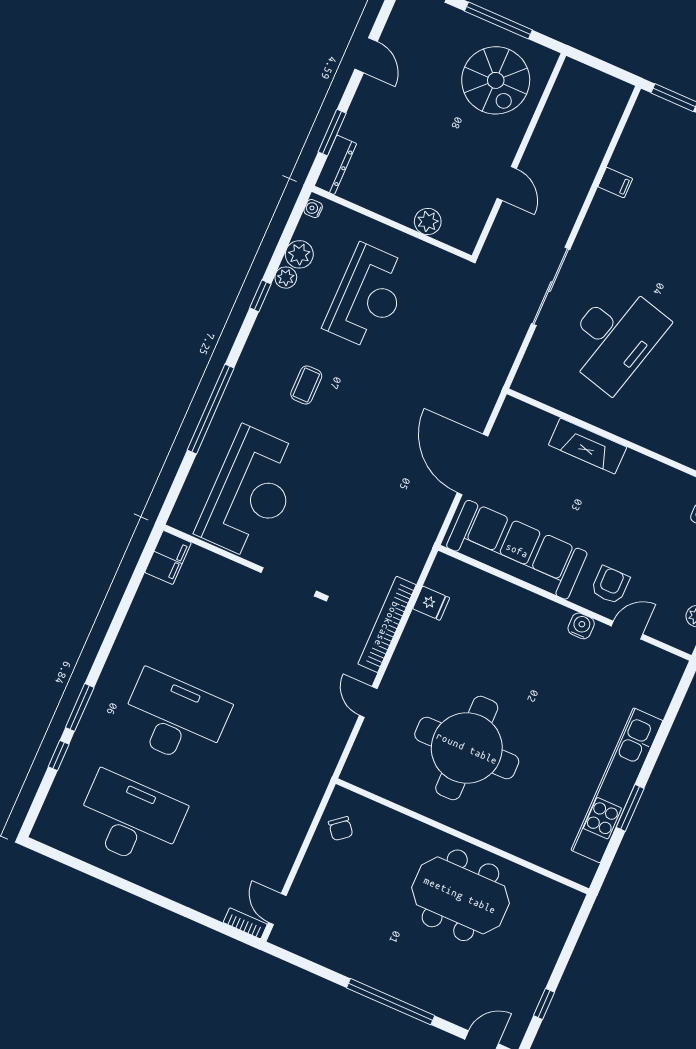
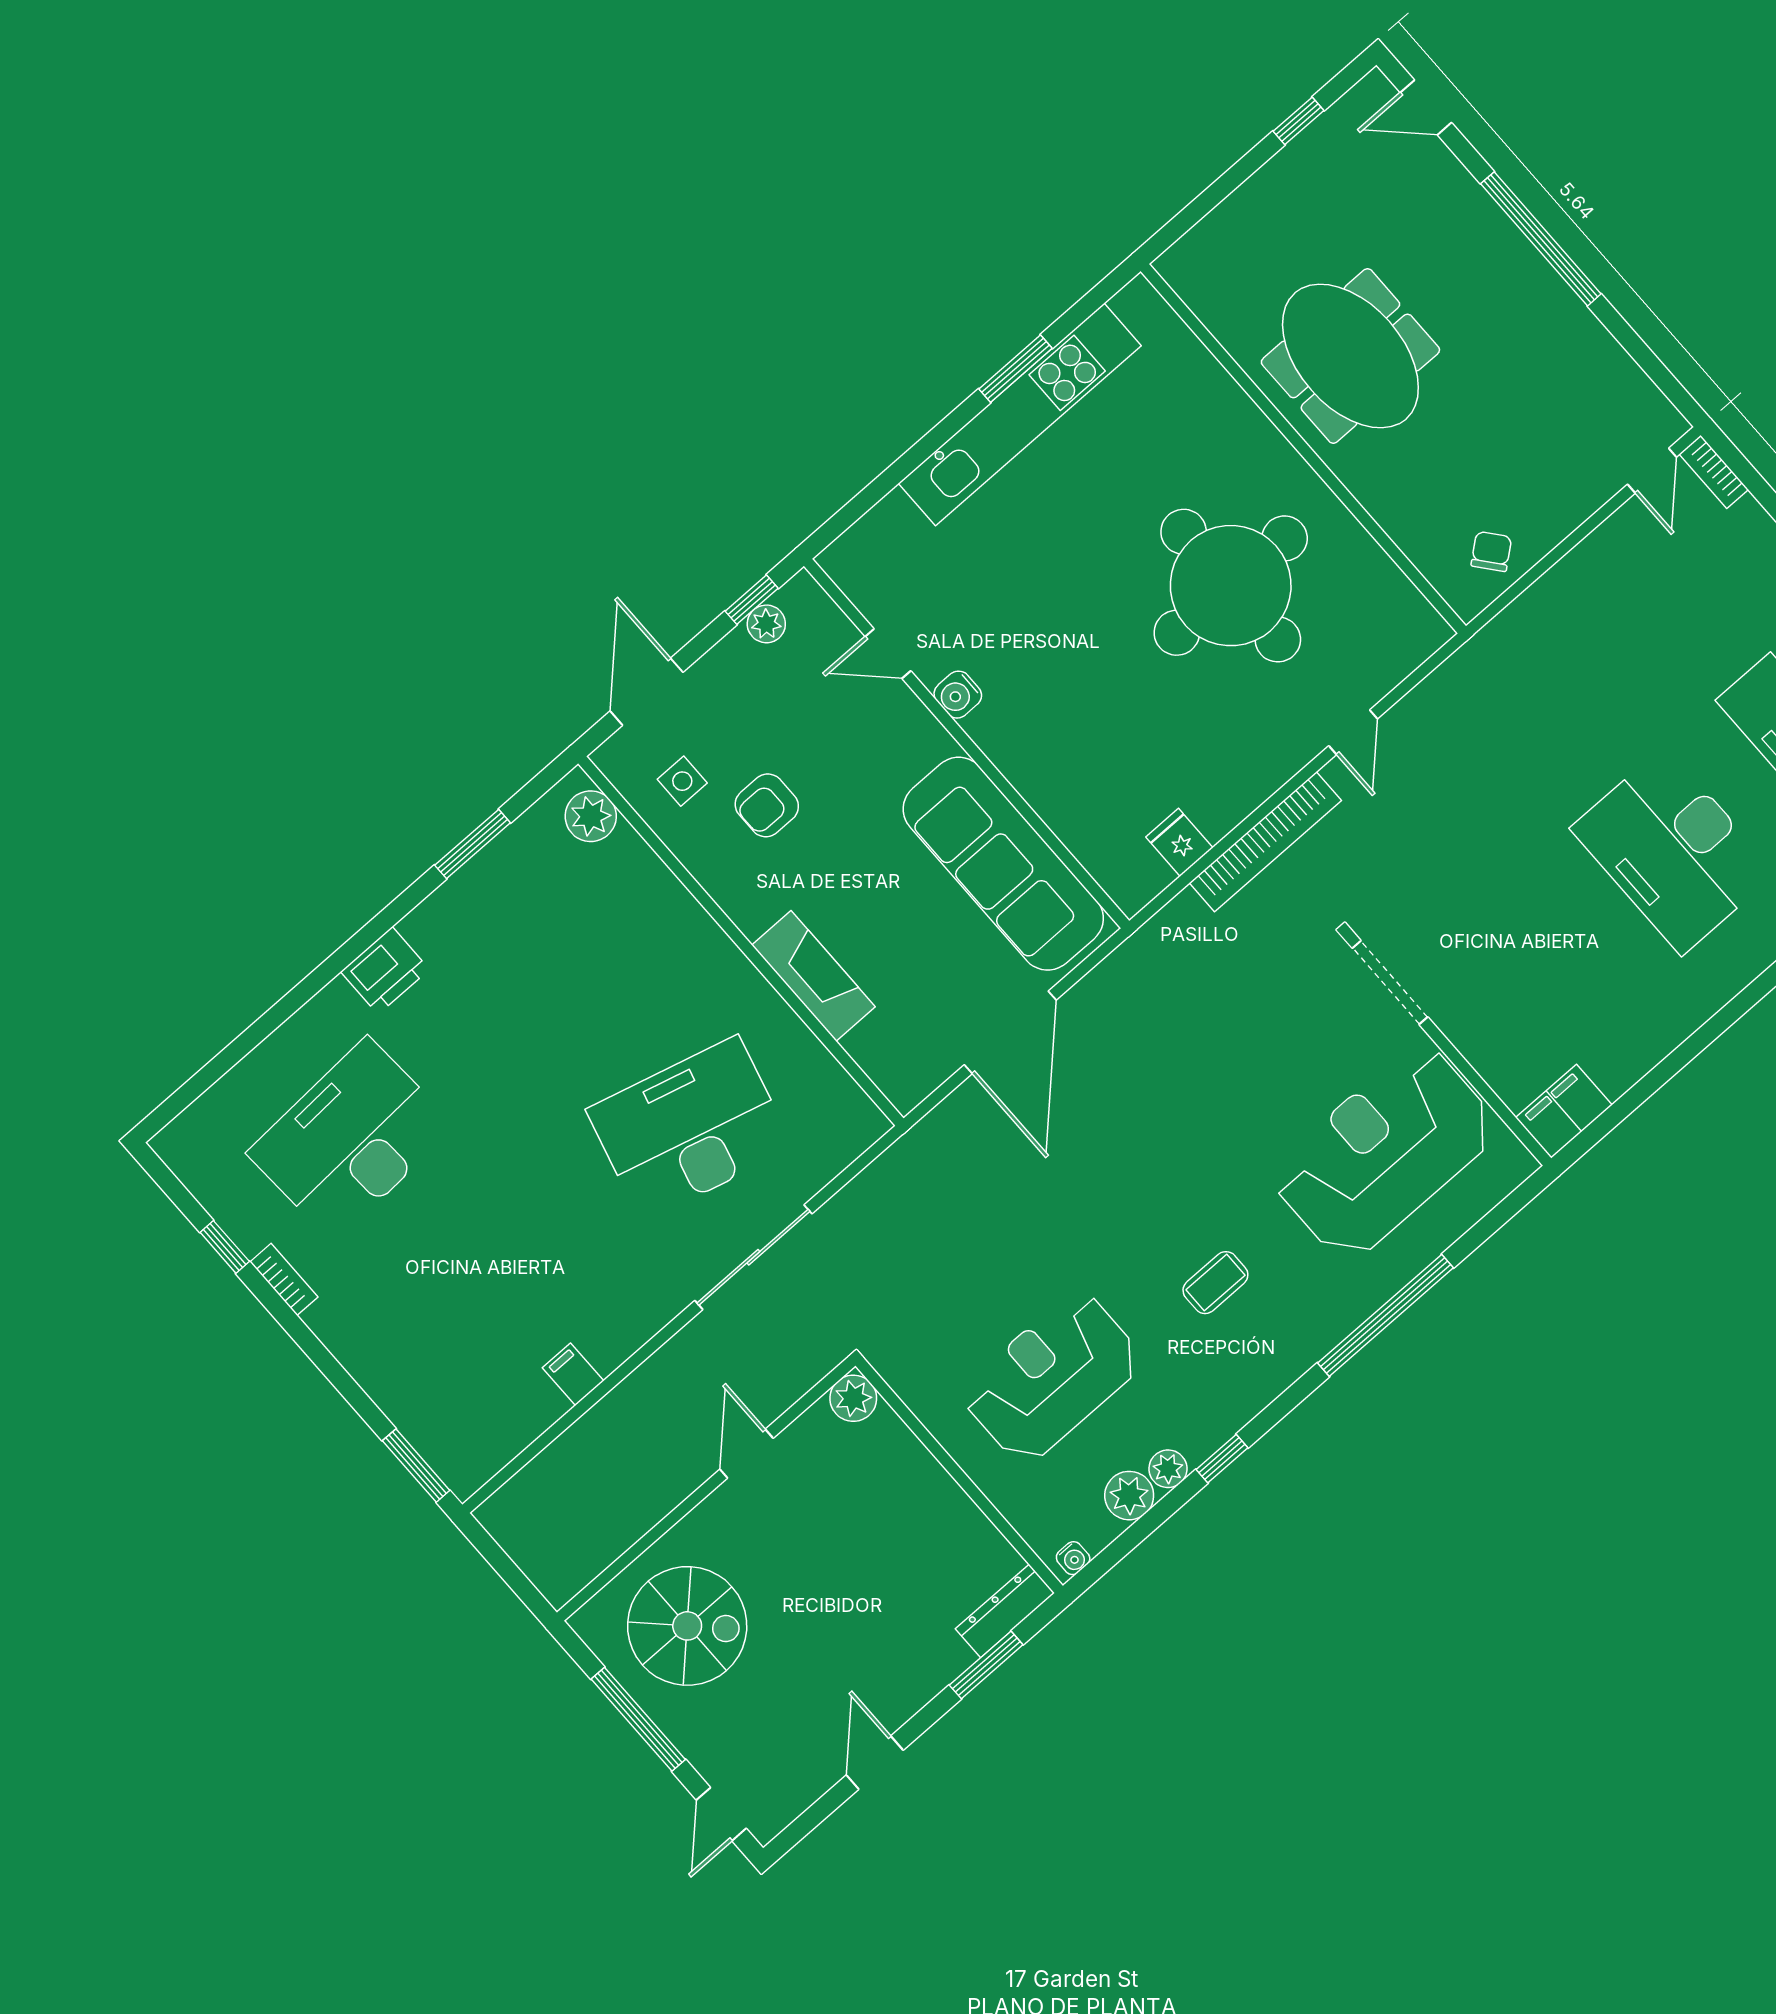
spiral stairs: (496, 80) -> (687, 1626), turned 90
plant: (428, 221) -> (853, 1398), moved
armchair: (610, 585) -> (767, 805), moved

